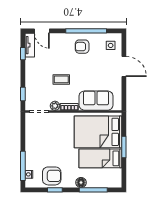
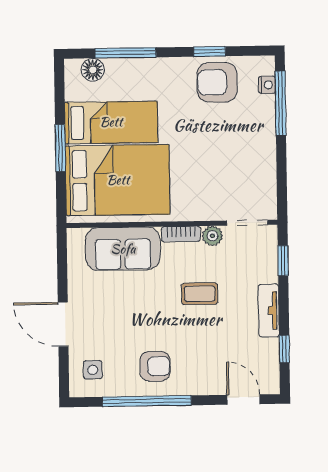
tv unit: (30, 45) -> (269, 311), moved
floor lamp: (81, 183) -> (93, 70), moved

